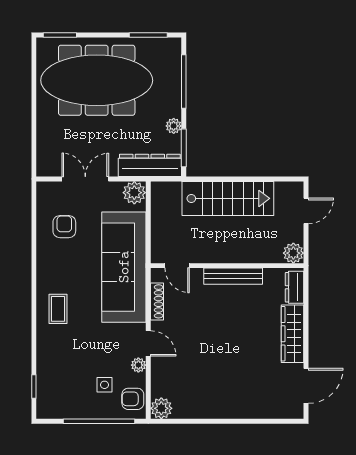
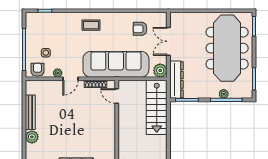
plant: (174, 126) -> (224, 94), moved
double door: (85, 179) -> (168, 41), swing flipped
stairs: (228, 198) -> (157, 107), moved
armchair: (64, 227) -> (140, 29), turned 180
door: (177, 266) -> (117, 96), hinge flipped
bench: (233, 276) -> (30, 112), moved
plant: (161, 408) -> (32, 137), moved

